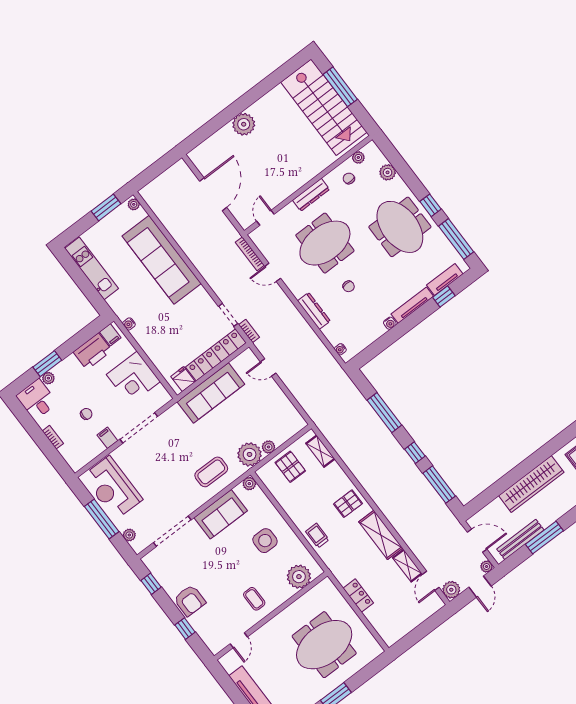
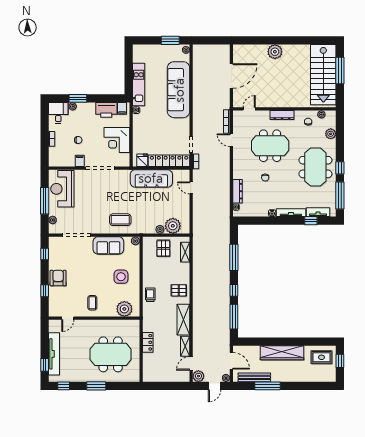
kitchen unit: (92, 268) -> (139, 85), moved
dresser: (314, 311) -> (237, 191), moved
plant: (250, 454) -> (173, 226), moved
armchair: (190, 601) -> (58, 278), turned 180

